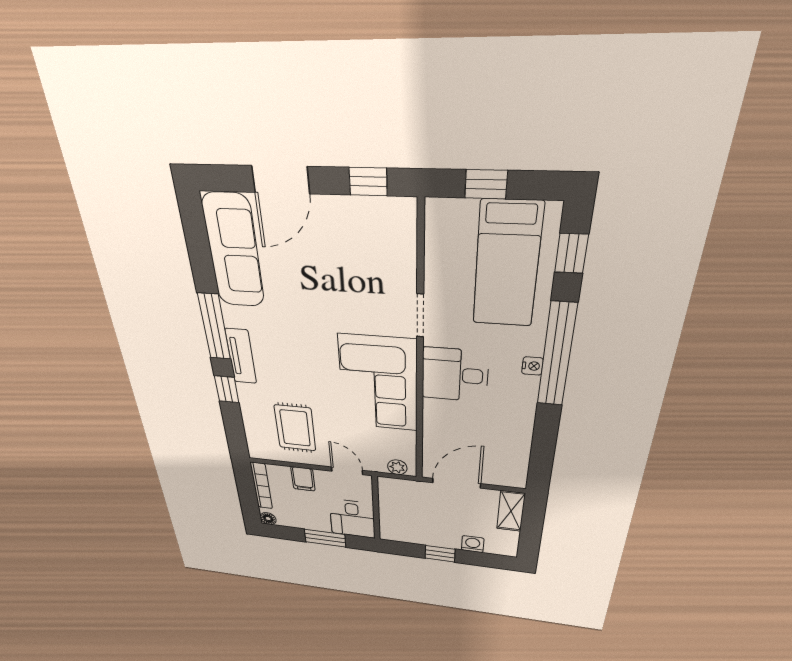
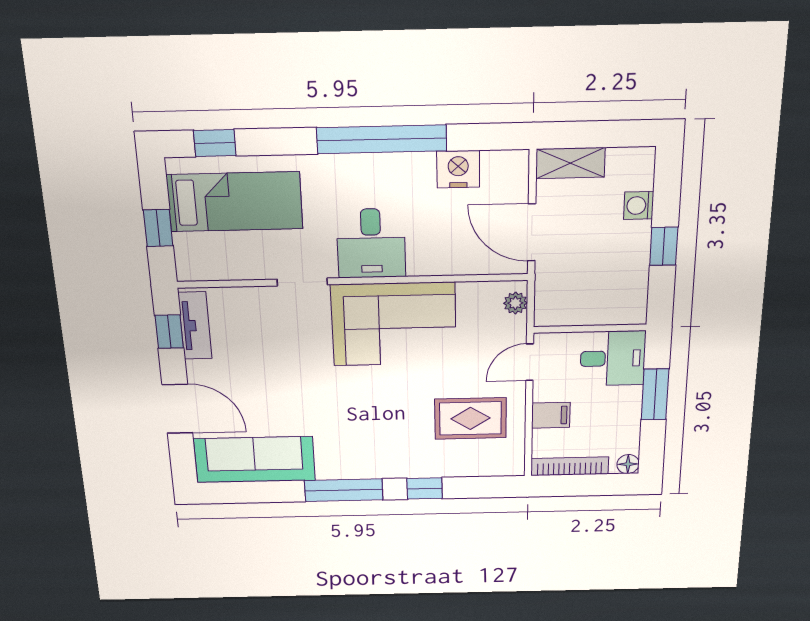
window: (557, 355) -> (382, 139), moved
tv unit: (241, 356) -> (195, 326), moved, turned 90
nightstand: (532, 366) -> (458, 169), moved, width x1.89, depth x1.79

